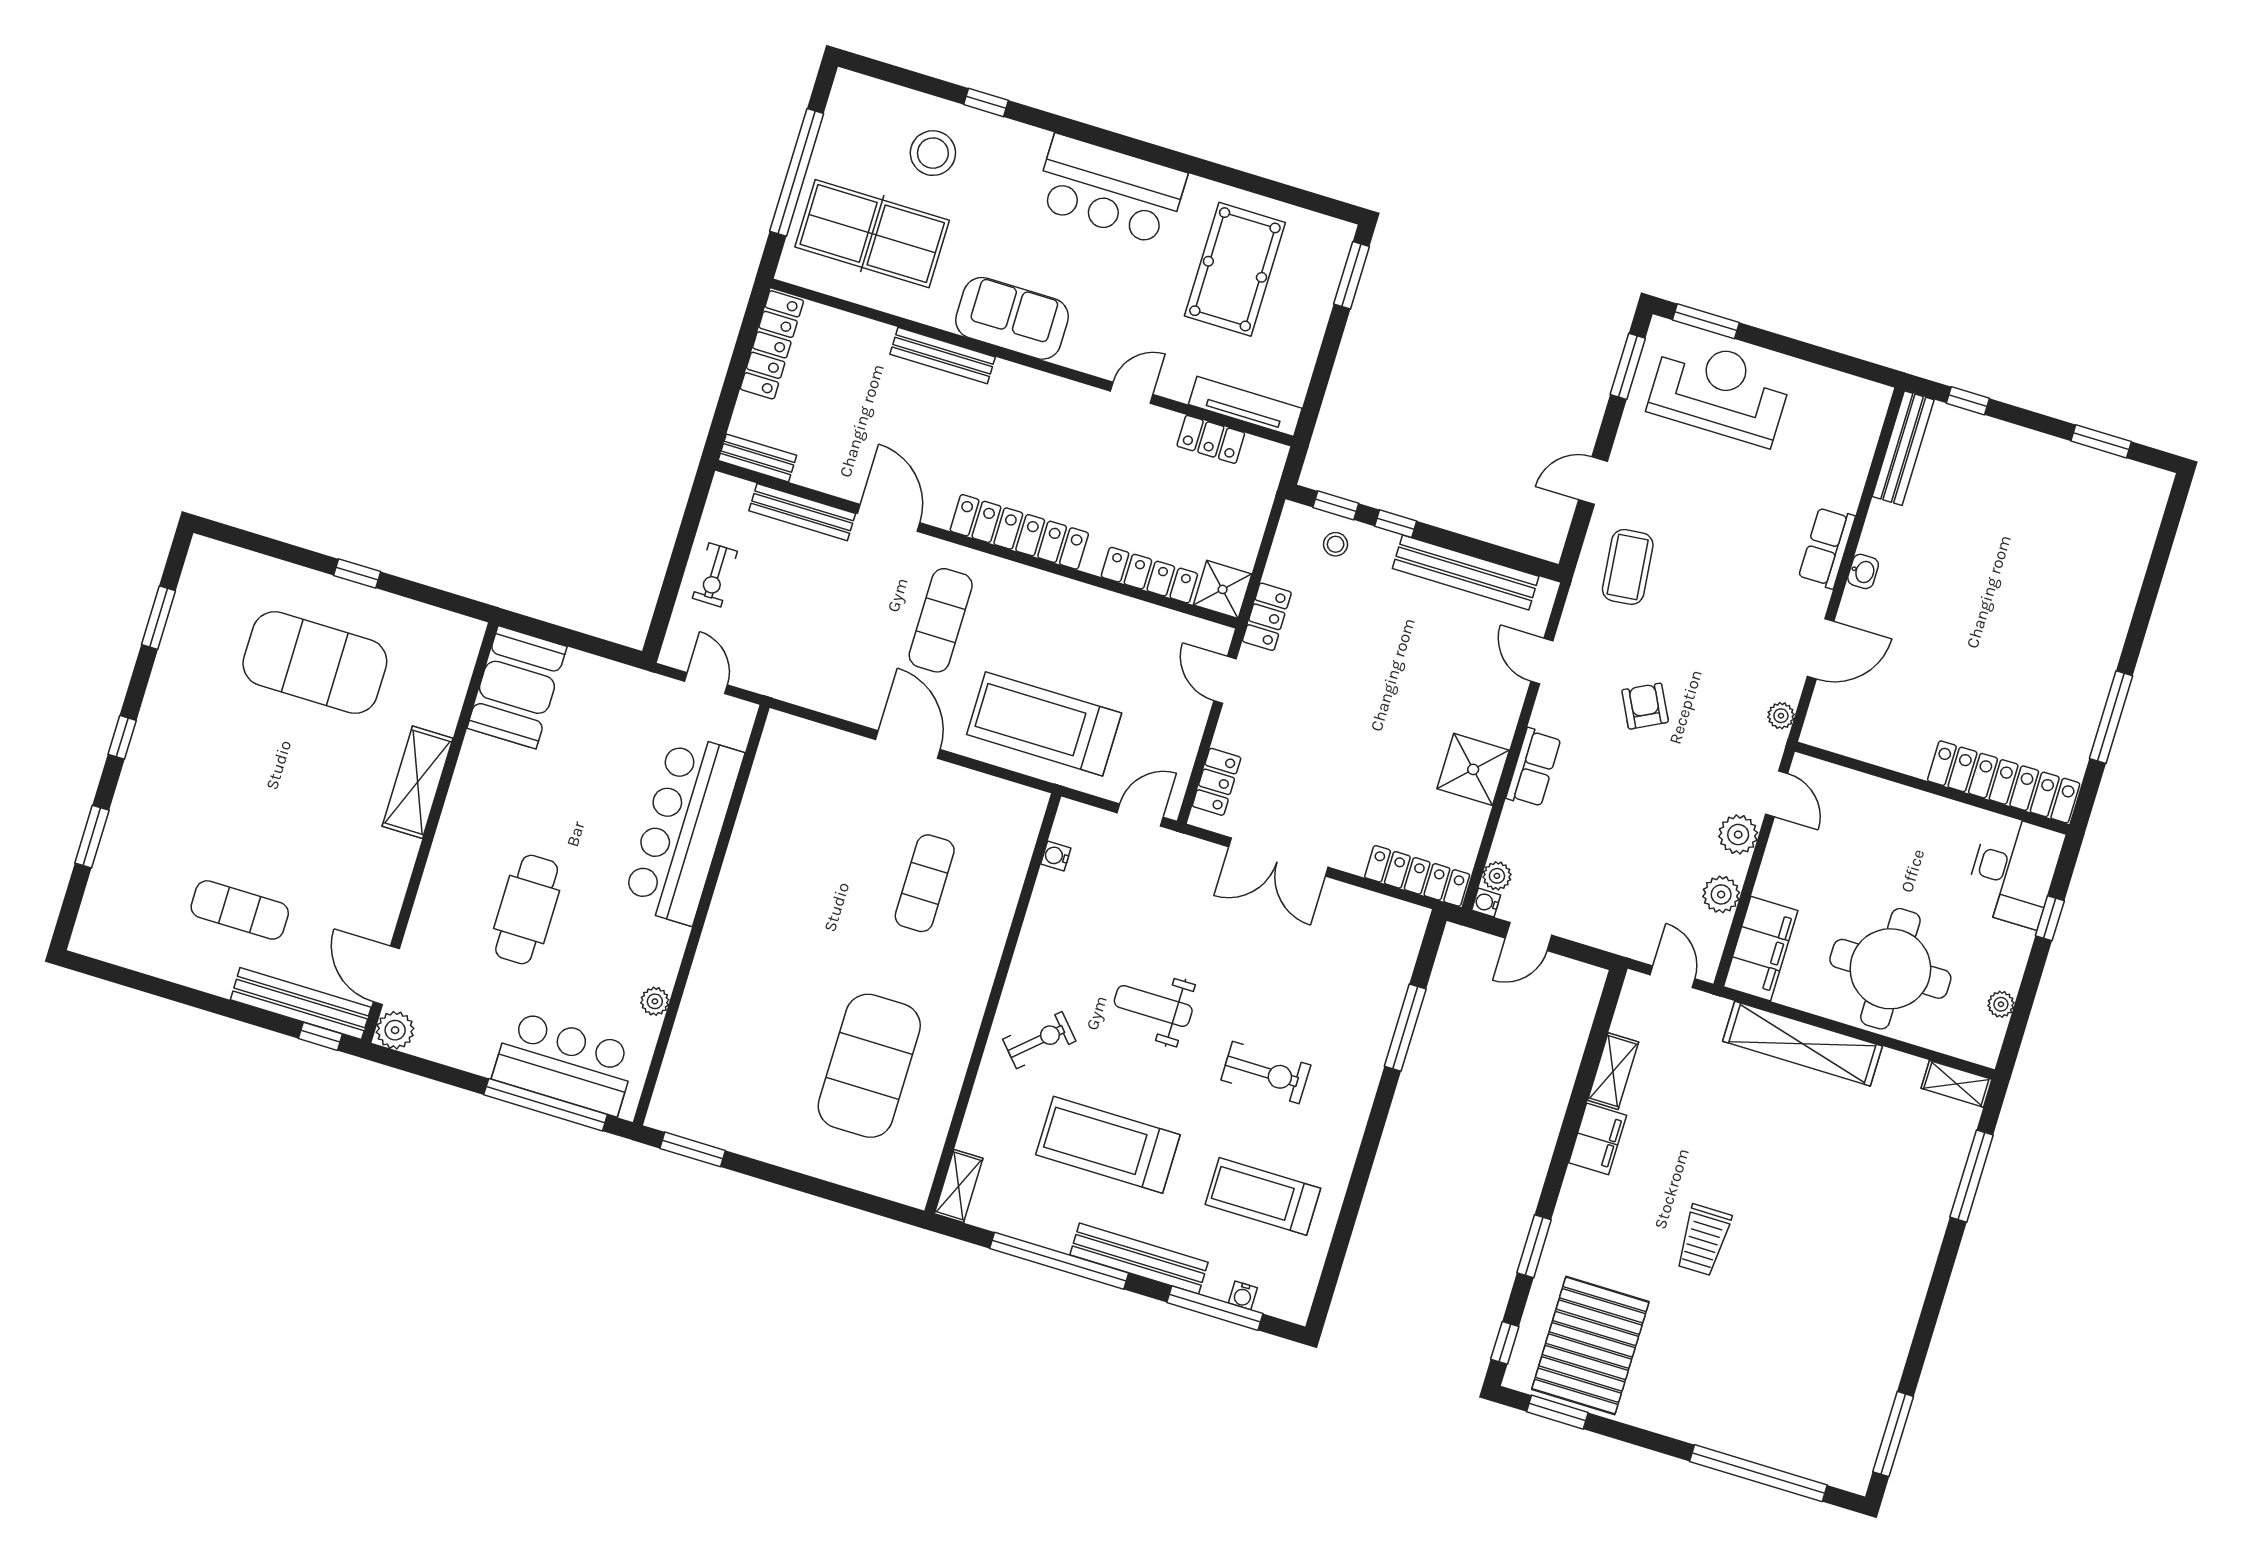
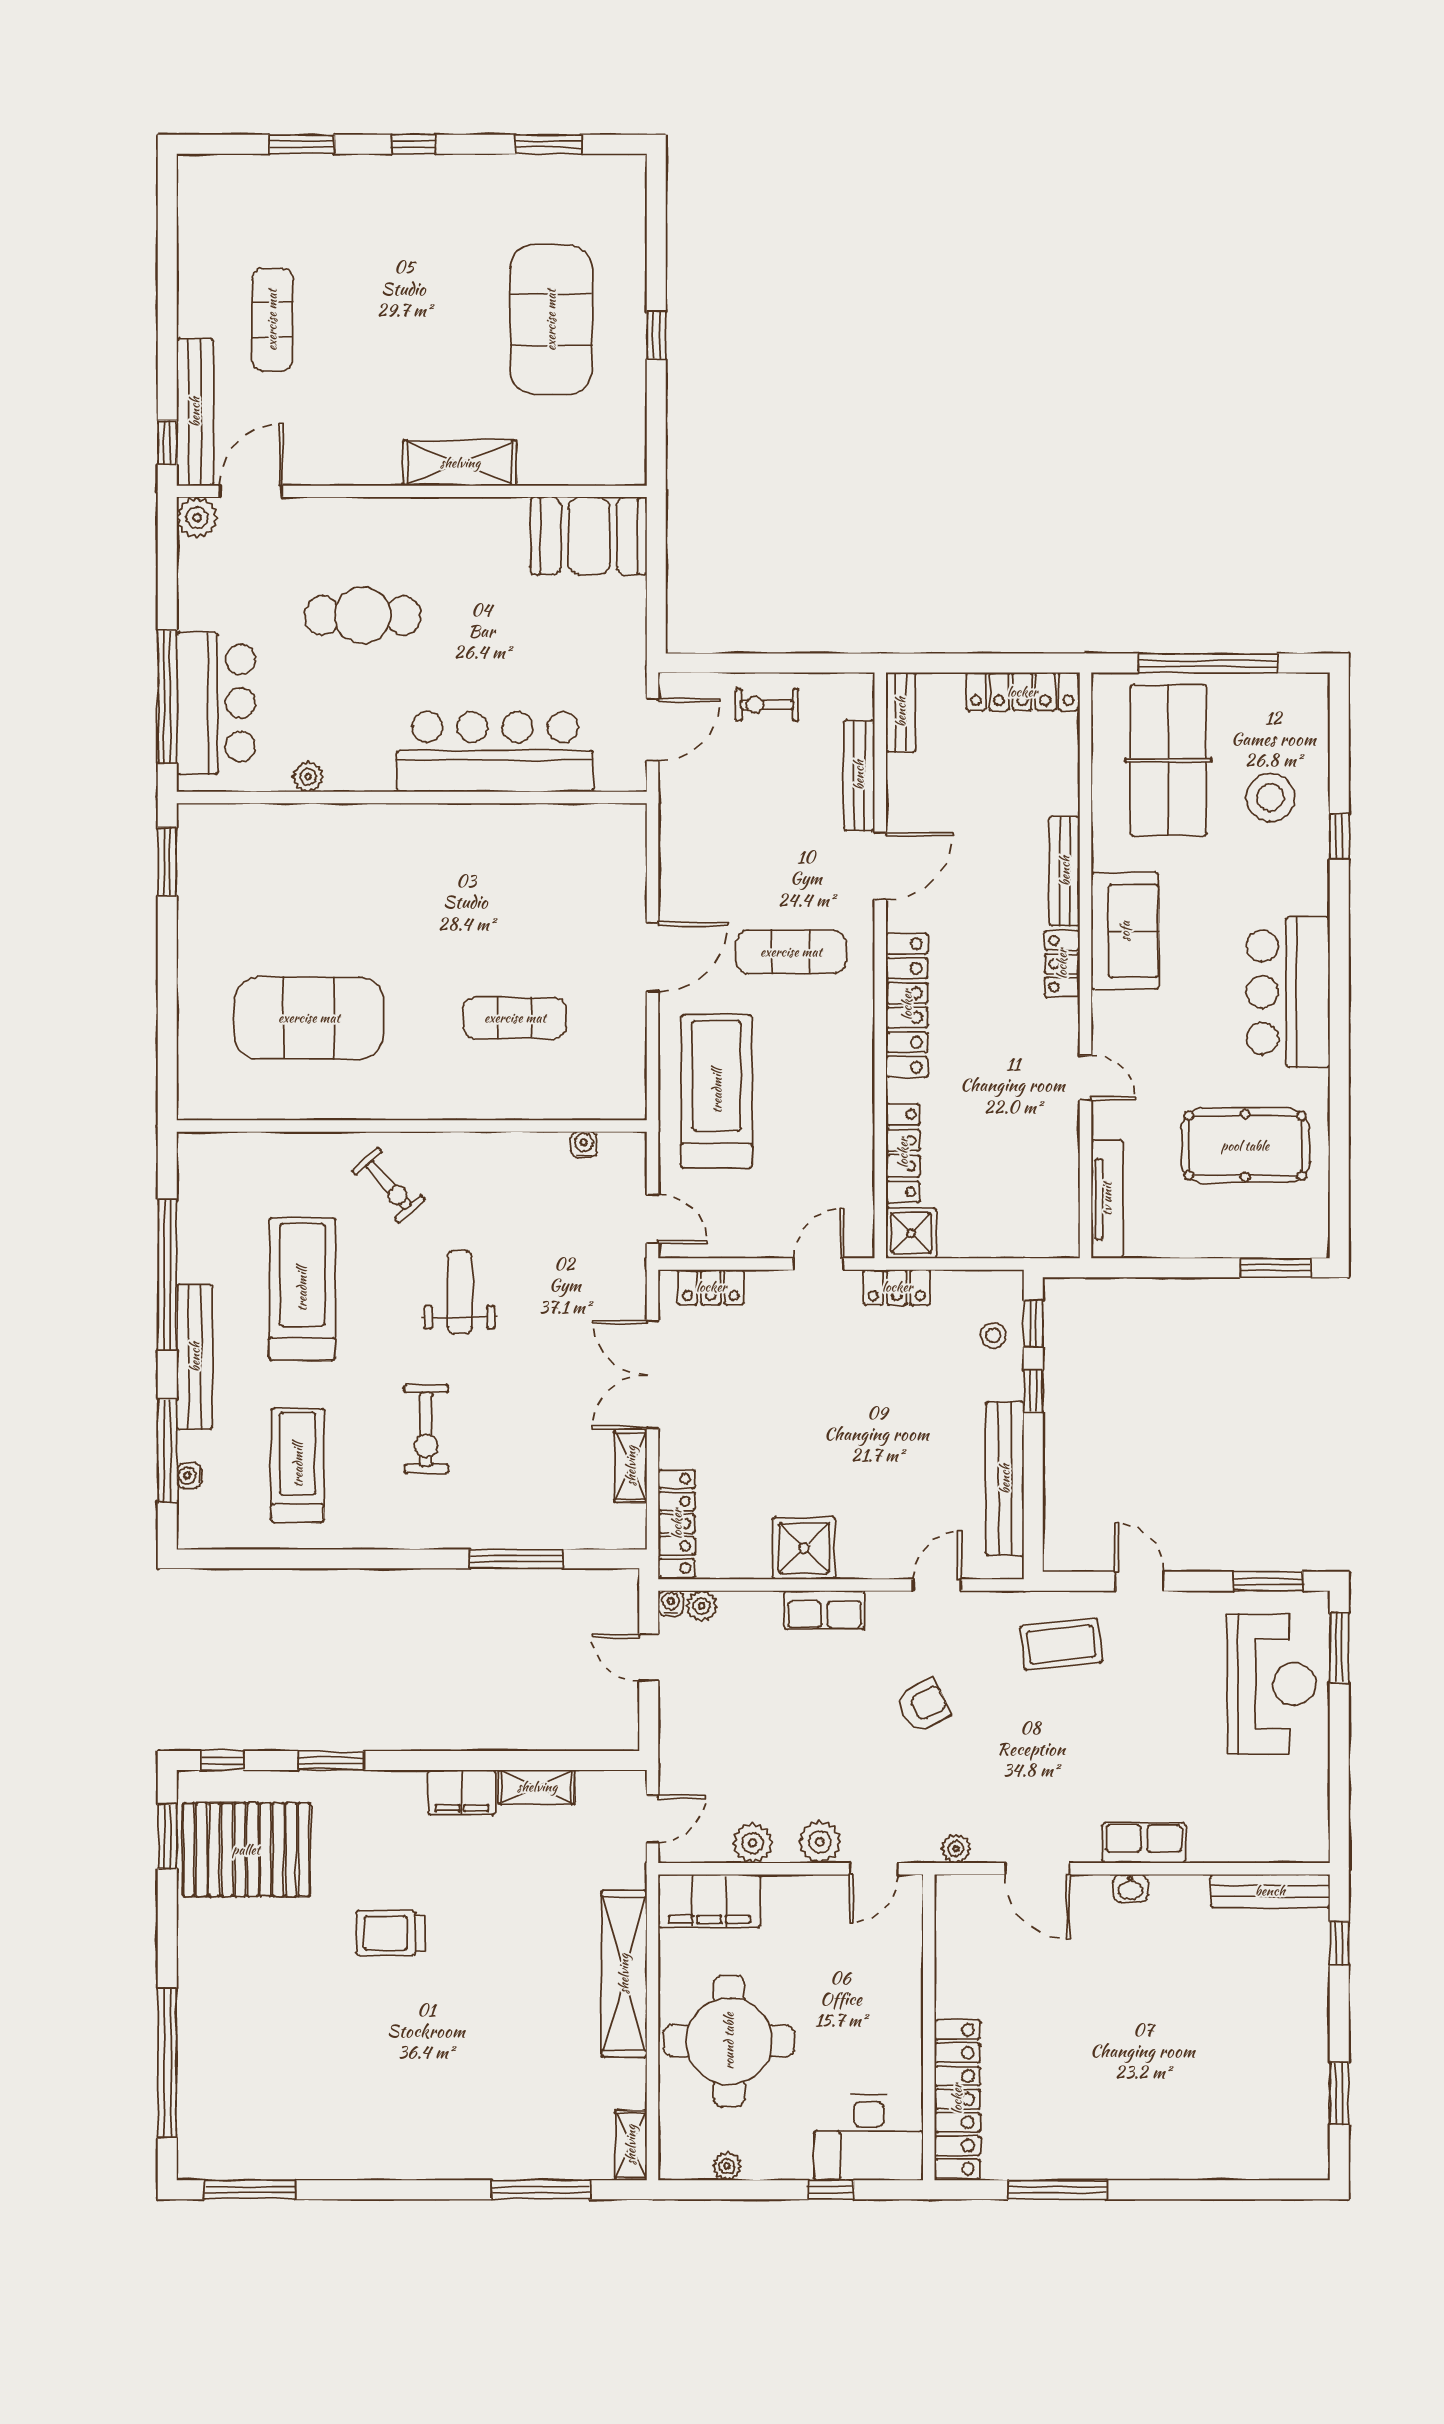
locker: (1211, 439) -> (1062, 964), moved
door: (706, 683) -> (653, 730), width x1.38
shelving: (959, 1186) -> (631, 1466), moved, turned 90

